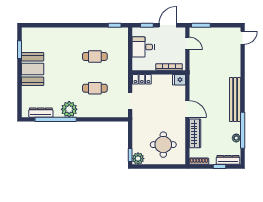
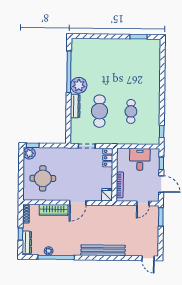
booth: (33, 69) -> (119, 50), removed
cafe table: (95, 88) -> (99, 111), width x1.37, depth x1.35
bench: (235, 99) -> (103, 250), moved
dresser: (41, 113) -> (75, 106), moved

